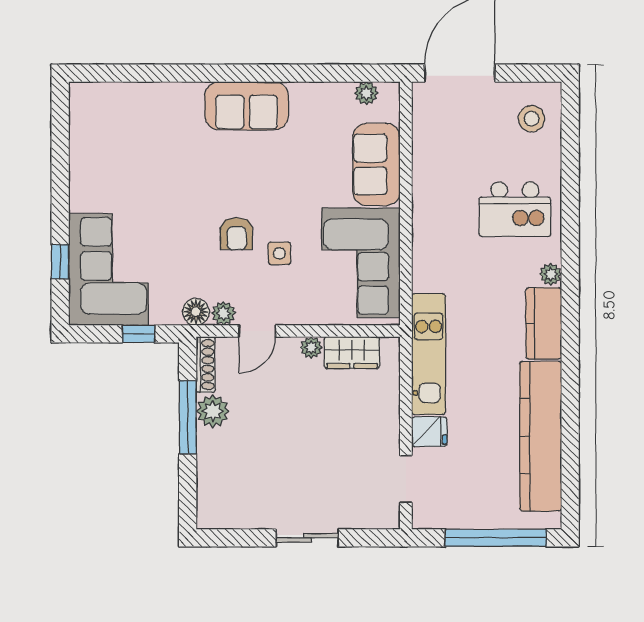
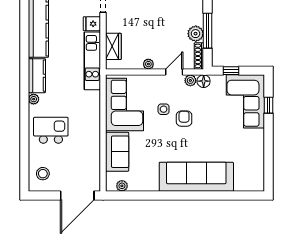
sofa: (247, 106) -> (196, 177), width x1.85, depth x1.27
wardrobe: (352, 353) -> (113, 46), moved, turned 90

